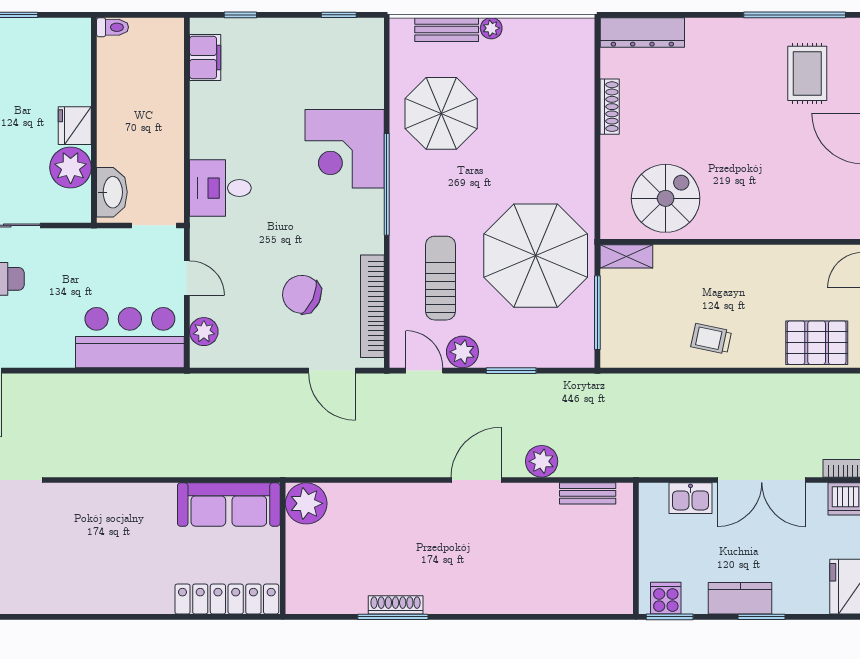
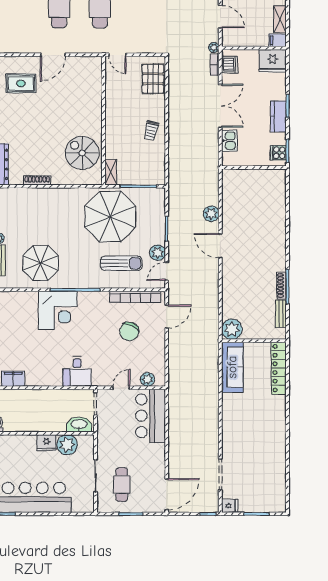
sun lounger: (441, 278) -> (121, 263), turned 180
bench: (588, 493) -> (281, 314), moved

